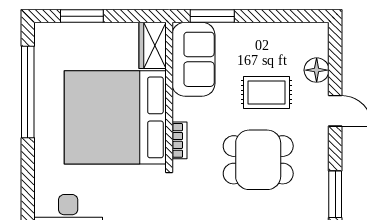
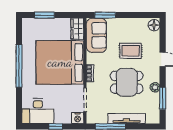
floor lamp: (317, 70) -> (154, 25), moved
window: (28, 92) -> (19, 66), moved
plant: (319, 171) -> (155, 87), added

